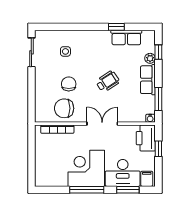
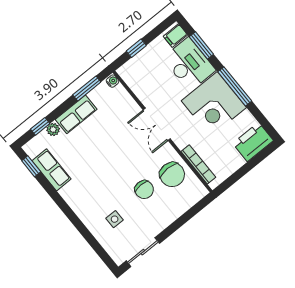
window: (116, 27) -> (31, 166), moved
wheelchair: (108, 81) -> (110, 153), removed
chair: (69, 84) -> (144, 190), turned -90
printer: (146, 138) -> (253, 142), moved, turned 180

